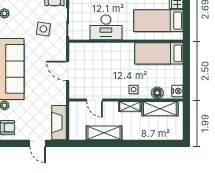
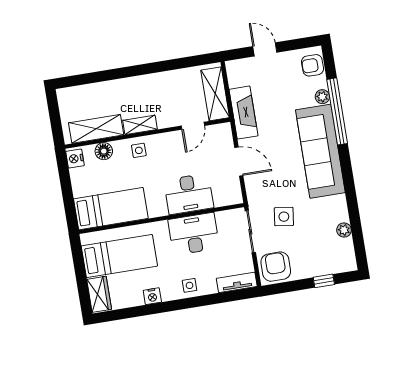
desk: (105, 55) -> (189, 194), added
door: (95, 100) -> (193, 126), swing flipped
fireplace: (59, 123) -> (243, 113), moved
shelving: (104, 133) -> (215, 94), moved, turned 90

